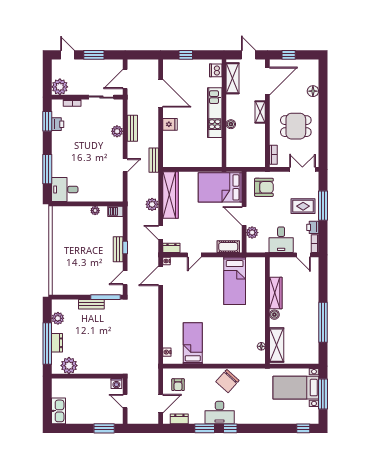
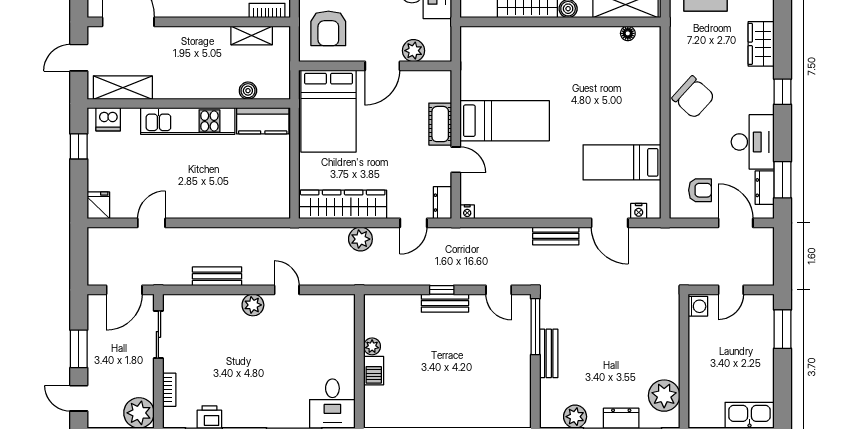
door: (68, 55) -> (79, 398), hinge flipped
window: (186, 55) -> (79, 146), moved
door: (125, 79) -> (124, 290), hinge flipped
door: (161, 93) -> (151, 223), width x0.53
shelving: (260, 112) -> (252, 35), moved
fridge: (170, 124) -> (98, 205), moved
boiler: (231, 124) -> (248, 91), moved
plant: (117, 131) -> (253, 305), moved
kitchen counter: (215, 152) -> (263, 121), added
bench: (154, 160) -> (556, 236), moved
armchair: (264, 187) -> (328, 28), turned 180
barbecue: (115, 211) -> (374, 371), moved
cot: (228, 247) -> (440, 124), moved
door: (161, 276) -> (610, 223), moved
bed: (235, 281) -> (505, 121), moved
desk: (220, 413) -> (753, 142), moved
wardrobe: (256, 417) -> (761, 44), added
window: (205, 428) -> (782, 180), moved

